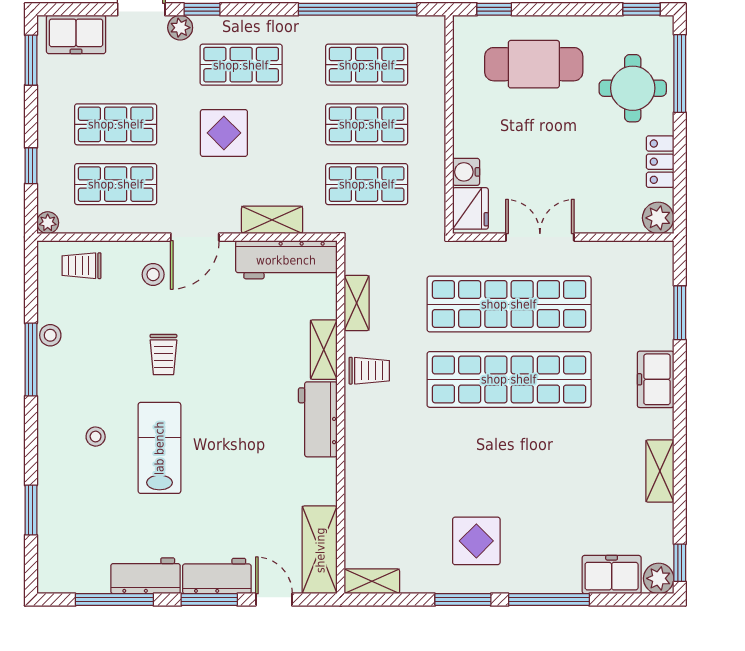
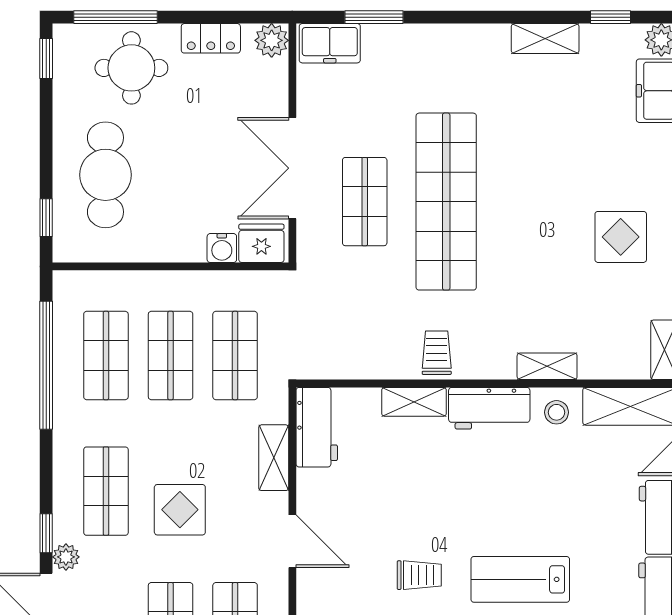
double door: (540, 237) -> (292, 168), width x1.37
workbench: (286, 260) -> (317, 427), width x0.73
stool: (153, 274) -> (557, 412), moved
shelving: (357, 303) -> (547, 366), moved
shop shelf: (509, 304) -> (365, 202), width x0.50, depth x0.74
freezer: (656, 379) -> (330, 43), moved
window: (680, 563) -> (611, 17), moved

